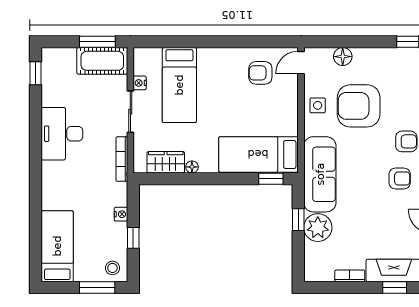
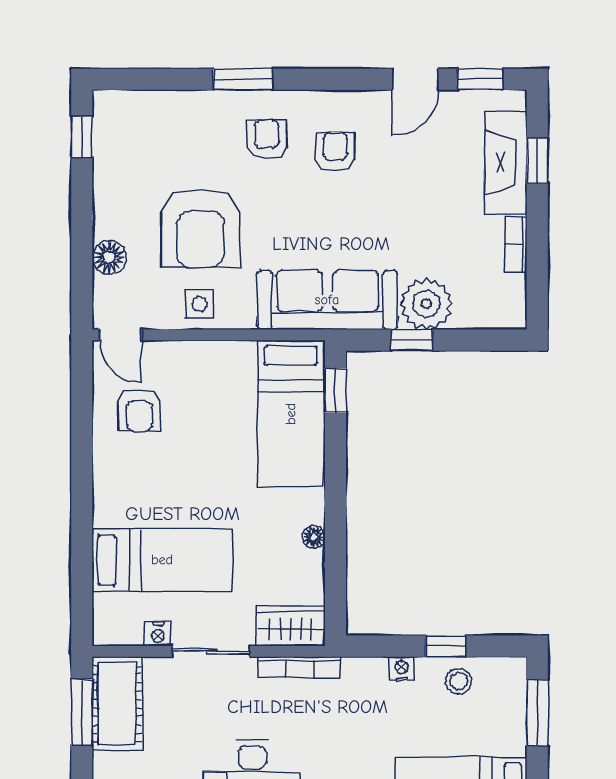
wardrobe: (166, 162) -> (291, 626), moved, turned 90
stool: (112, 268) -> (459, 681), moved

